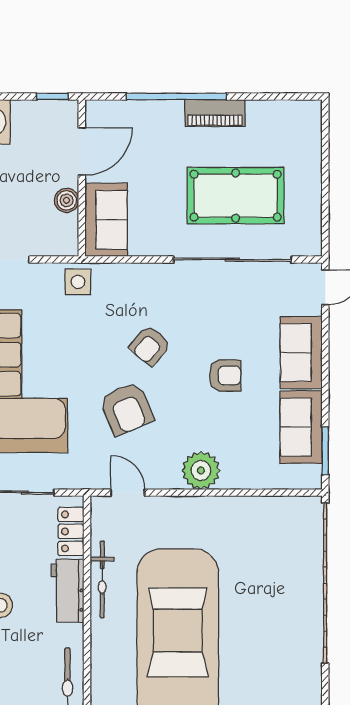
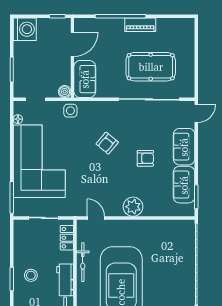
boiler: (67, 200) -> (65, 92), moved
armchair: (127, 409) -> (95, 175), removed
workbench: (68, 591) -> (65, 280), moved

